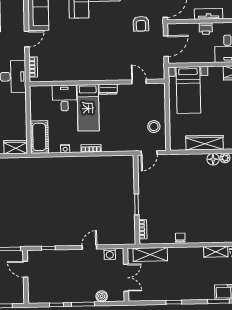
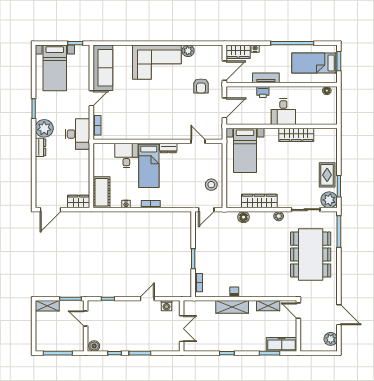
floor lamp: (213, 159) -> (243, 217), moved
shelving: (150, 254) -> (232, 307), moved
boiler: (102, 296) -> (94, 346), moved

